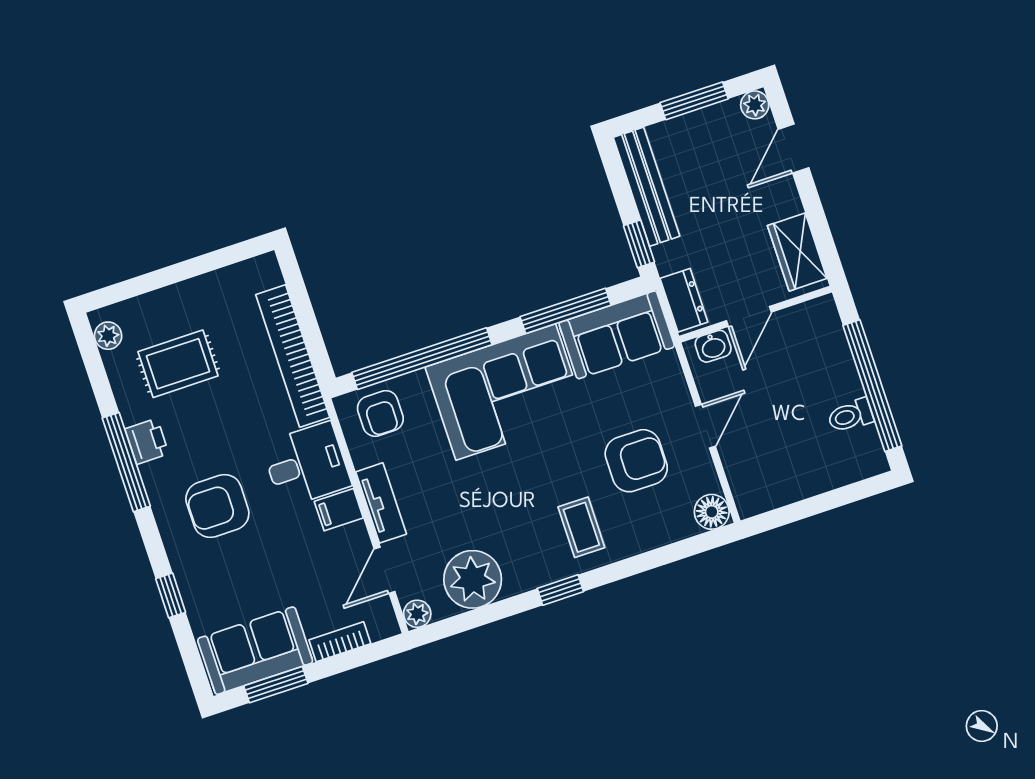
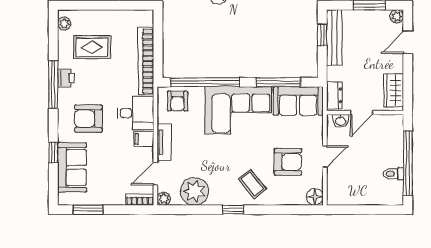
window: (639, 244) -> (322, 35), moved
coffee table: (581, 527) -> (252, 184), turned -39
bookcase: (340, 642) -> (140, 200), moved
sofa: (255, 651) -> (72, 167), moved, turned 90

